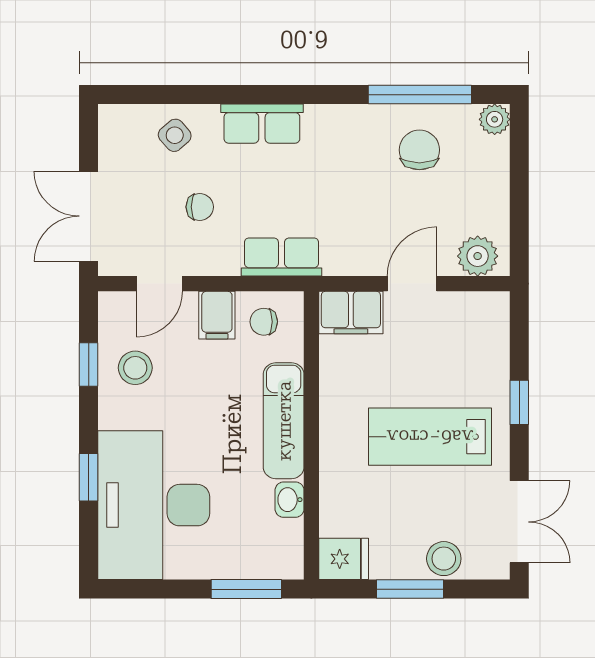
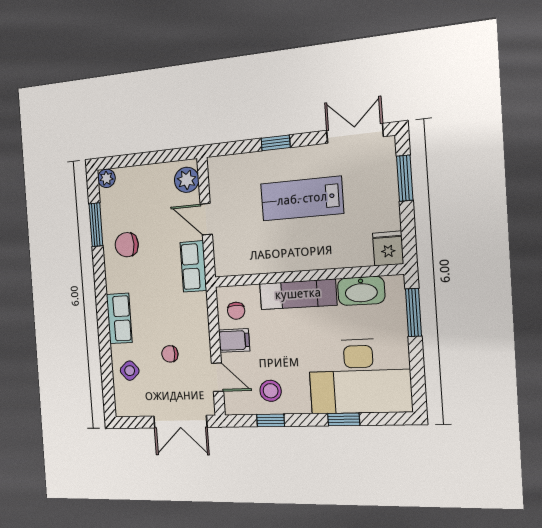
window: (420, 95) -> (96, 225), width x0.69
chair: (419, 150) -> (127, 245), moved
chair: (200, 207) -> (170, 354), turned -90
row of seats: (281, 257) -> (193, 266), moved
filing cabinet: (351, 313) -> (227, 256), removed
lab bench: (430, 437) -> (302, 199), turned 90
washbasin: (290, 500) -> (361, 291), width x1.91, depth x1.45
stool: (444, 559) -> (383, 181), removed
window: (410, 589) -> (405, 178), moved

